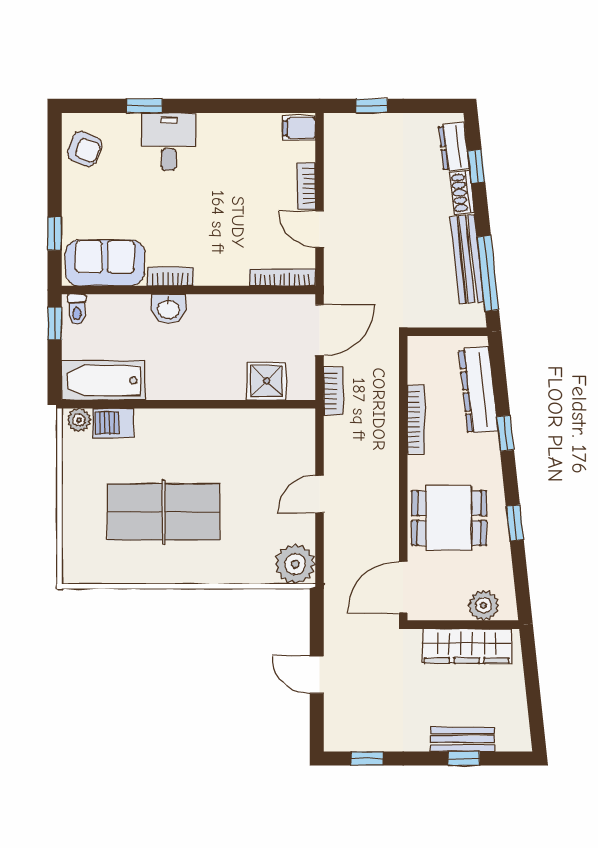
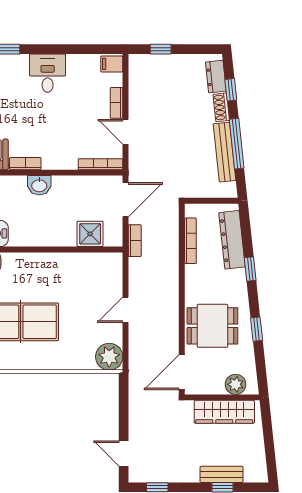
desk: (169, 142) -> (48, 73), moved
window: (488, 273) -> (237, 144), moved
washbasin: (168, 309) -> (39, 185), moved
bookcase: (416, 420) -> (190, 241), moved
door: (317, 675) -> (124, 453), moved

